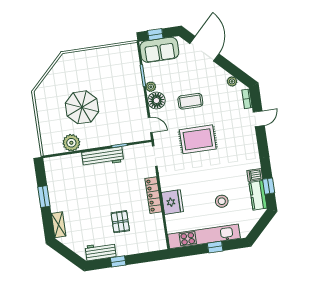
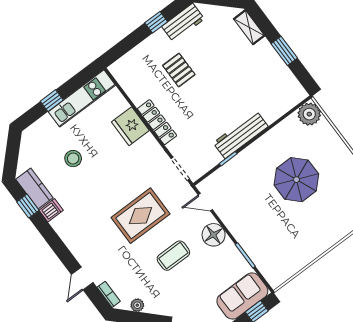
plant: (151, 87) -> (229, 247), removed
plant: (71, 143) -> (309, 114), moved
kitchen unit: (204, 236) -> (82, 98), width x0.73

